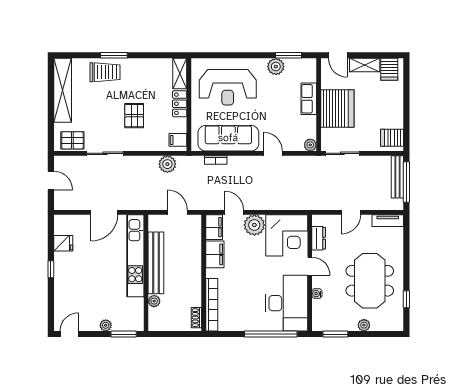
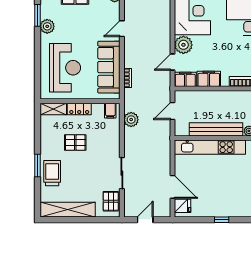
pallet: (134, 116) -> (75, 143), moved
door: (104, 212) -> (173, 187), moved
fridge: (63, 243) -> (183, 206), moved, turned 90

